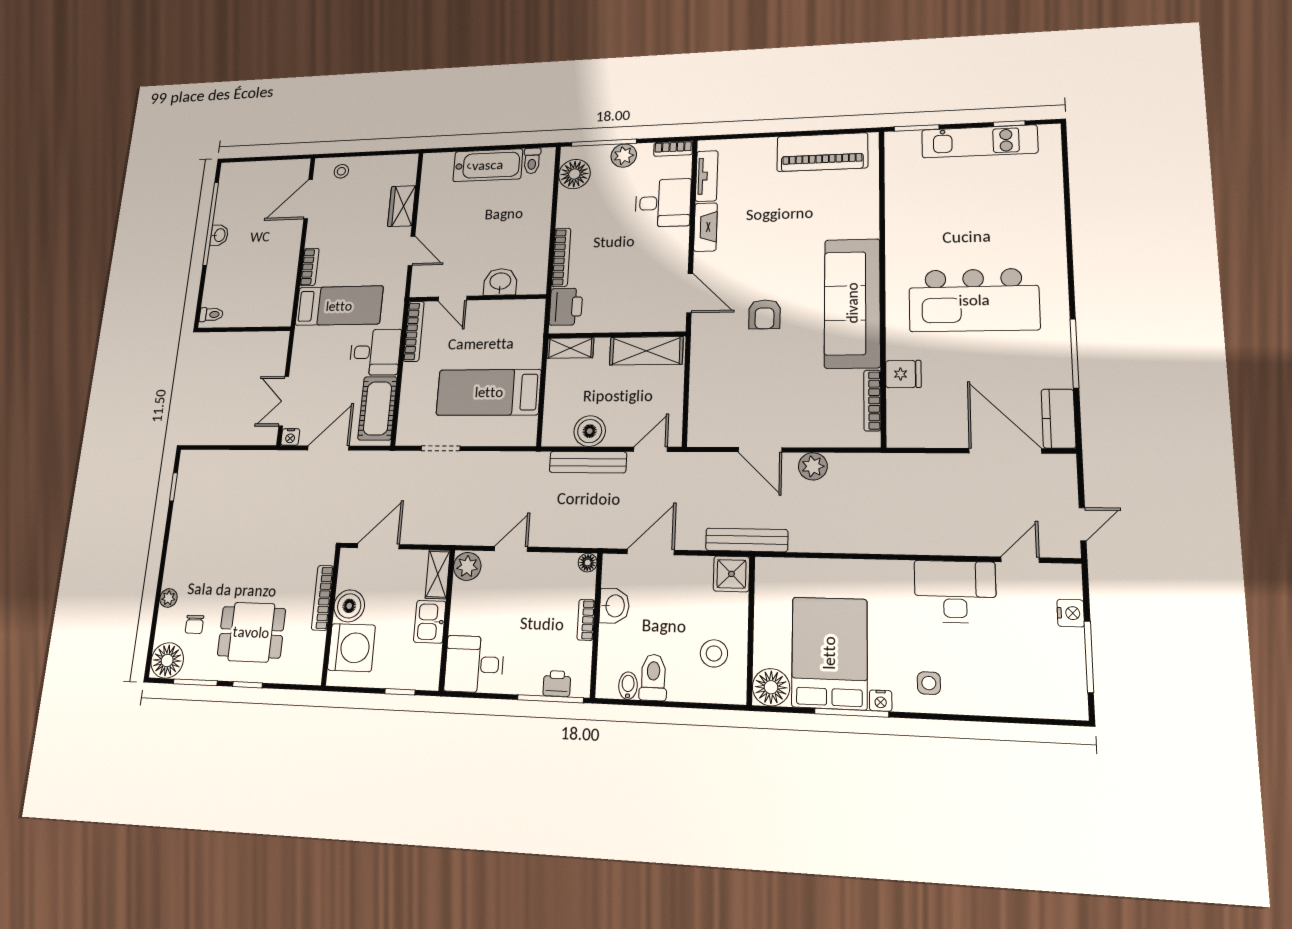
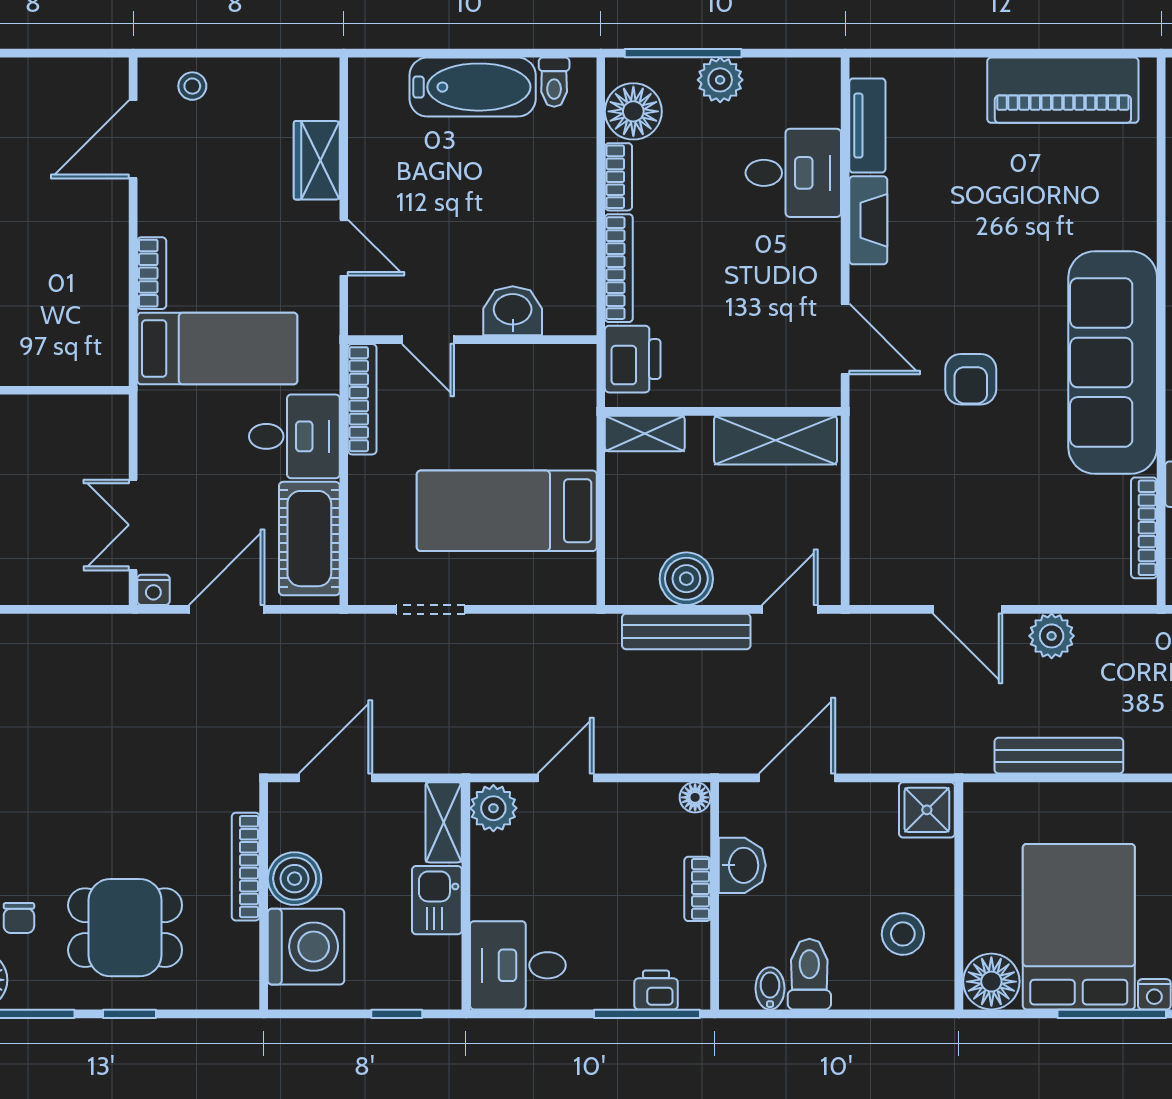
bookcase: (673, 149) -> (618, 177), moved, turned -90
bench: (747, 540) -> (1059, 756), moved

